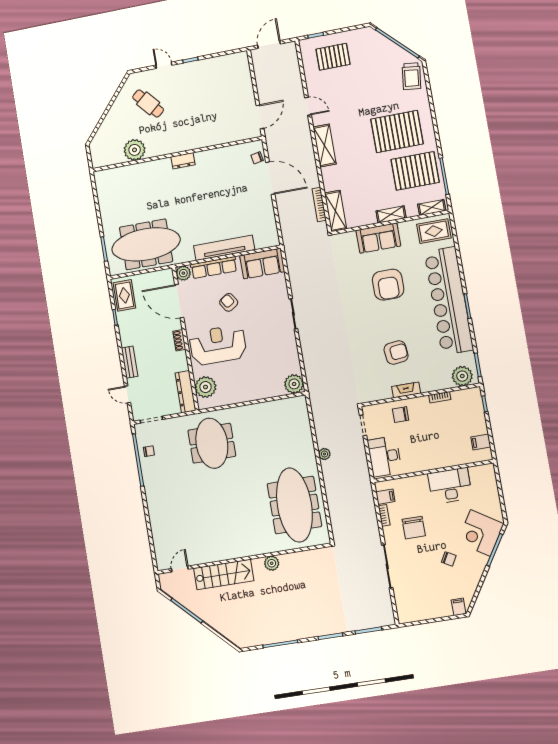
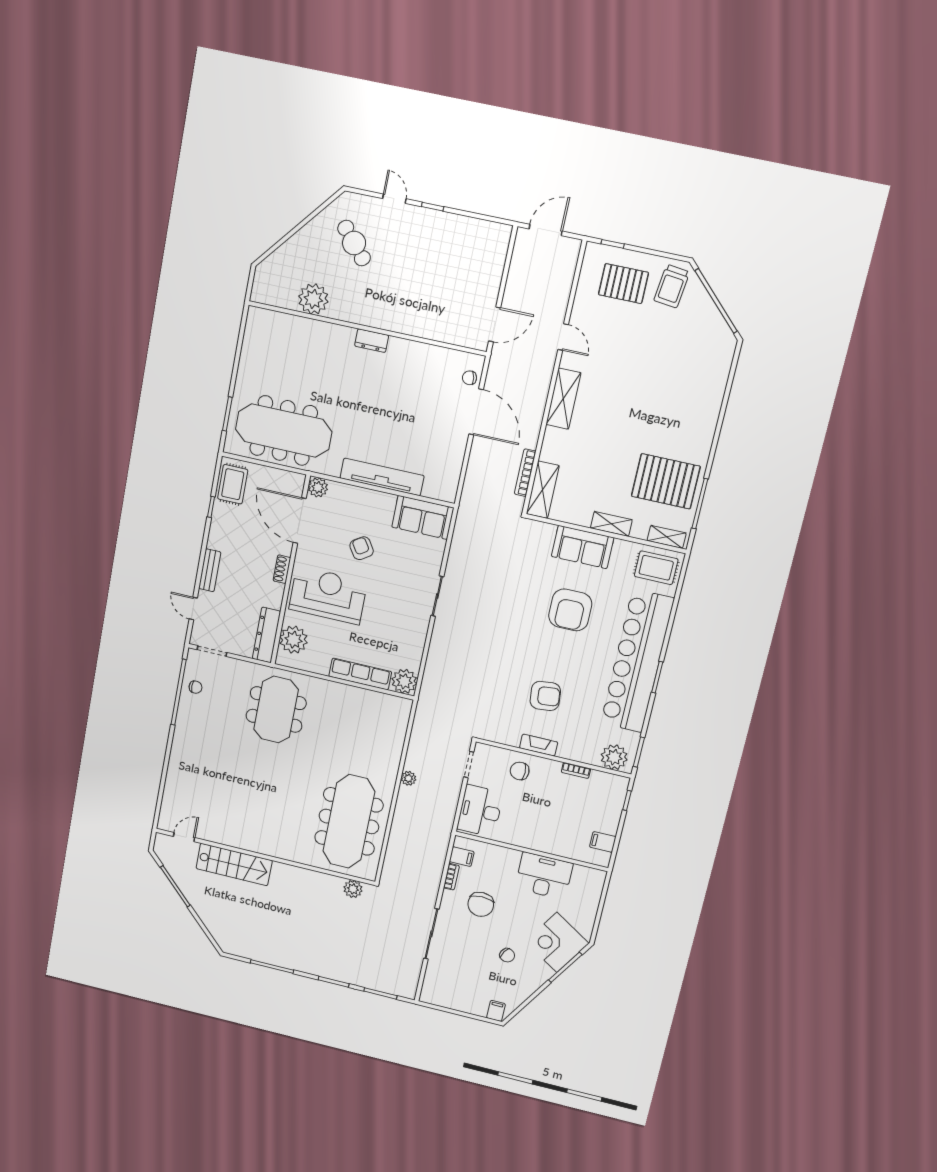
trolley: (411, 76) -> (672, 286), moved
pallet: (397, 131) -> (665, 420), removed
row of seats: (214, 268) -> (360, 674), moved, turned 180
plant: (272, 563) -> (353, 889), moved

